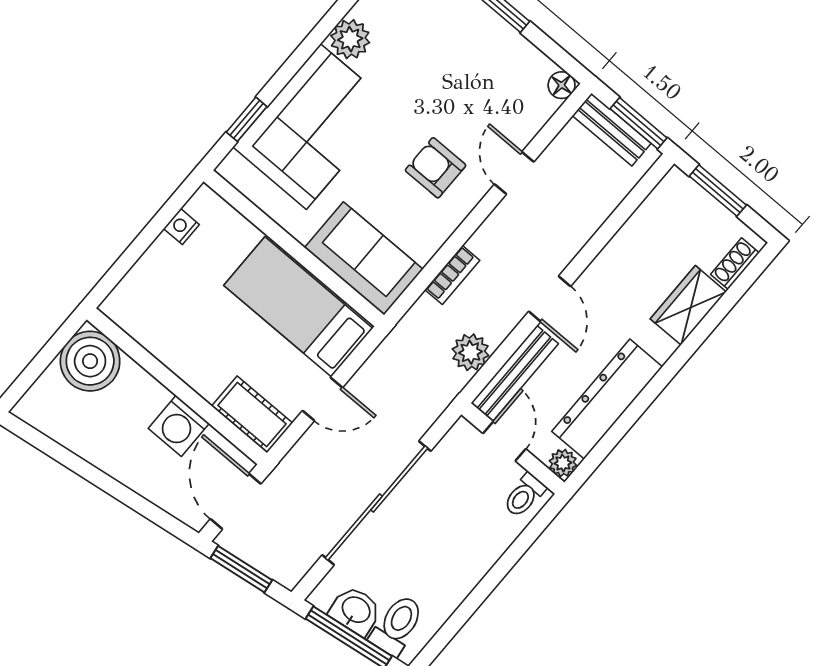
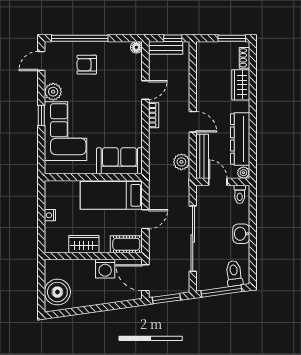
window: (247, 119) -> (41, 115), moved
window: (639, 123) -> (173, 38), width x0.67
armchair: (436, 168) -> (87, 65), moved
door: (514, 173) -> (145, 90), swing flipped
window: (718, 191) -> (232, 38), moved
nightstand: (181, 227) -> (50, 215), moved
bookcase: (452, 275) -> (154, 115), moved
wardrobe: (178, 351) -> (84, 244), added
boiler: (90, 361) -> (57, 292), moved
washbasin: (356, 611) -> (241, 234), moved, turned -82

